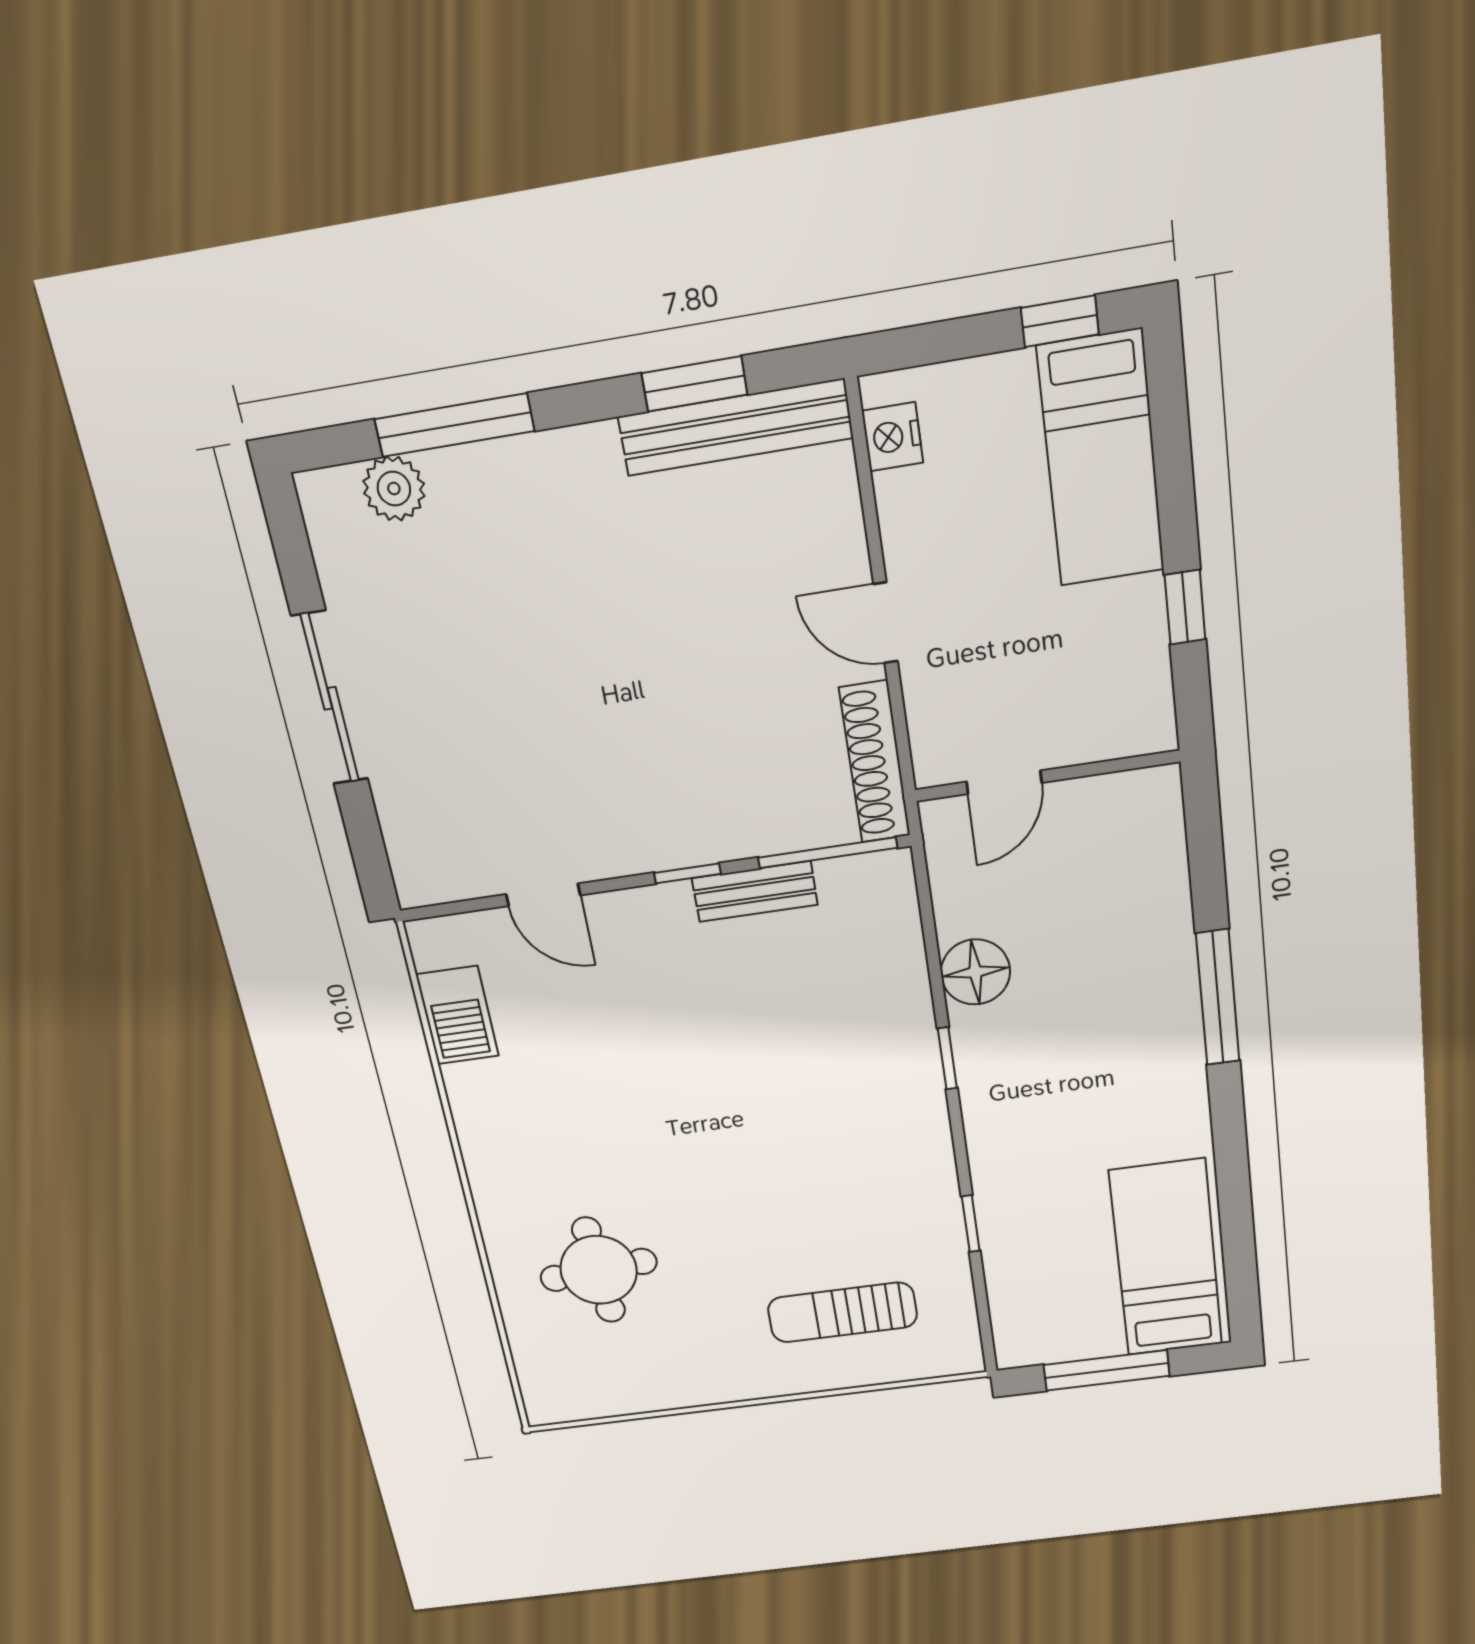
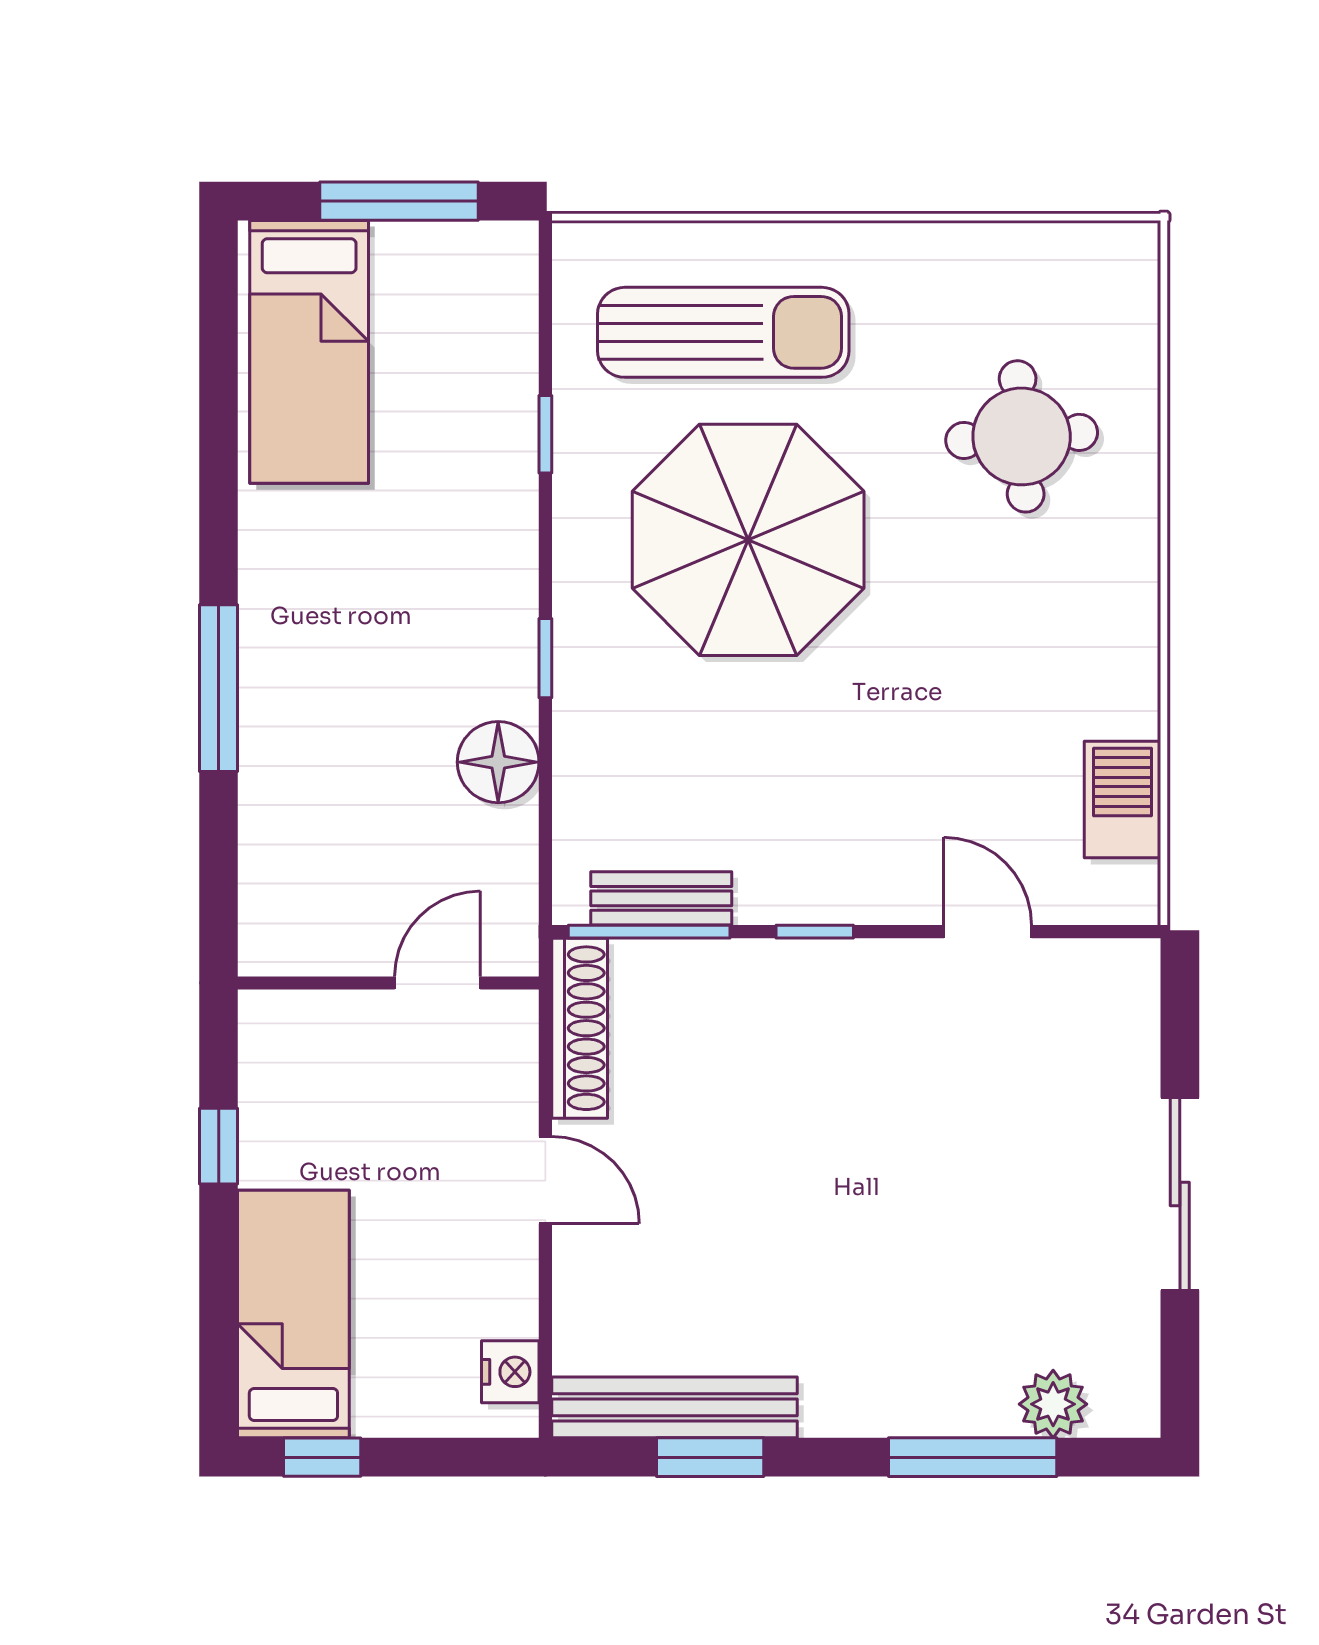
bench: (755, 892) -> (661, 898), moved
parasol: (797, 1169) -> (748, 540), added
sun lounger: (842, 1312) -> (723, 332), width x1.36, depth x1.34

